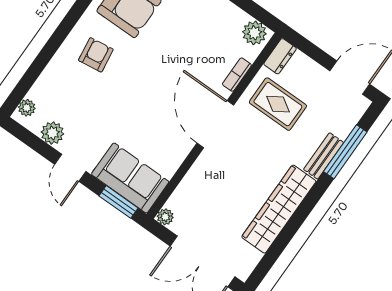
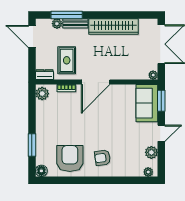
plant: (343, 128) -> (57, 24), added

